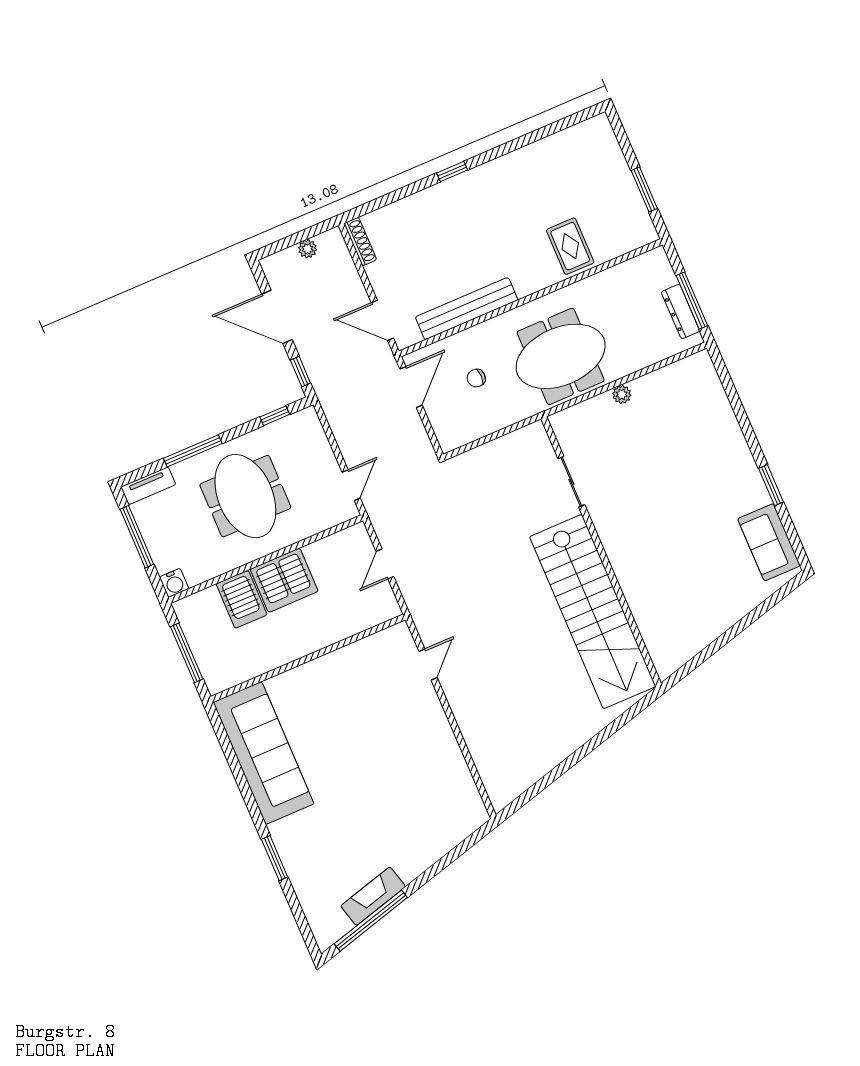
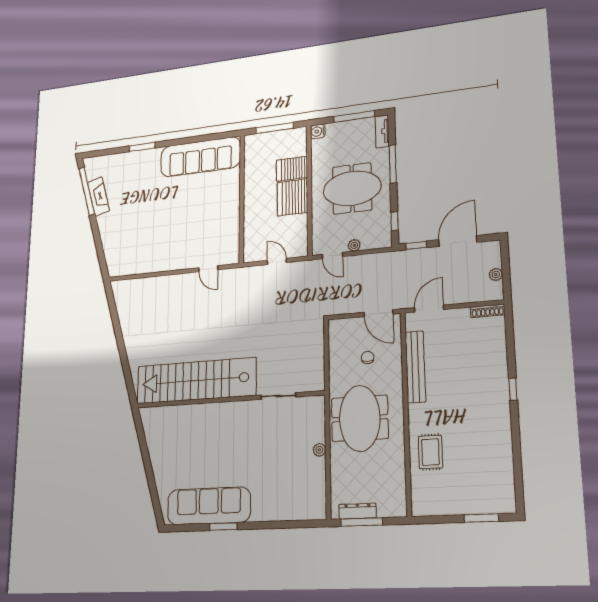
window: (644, 189) -> (481, 518), moved
rug: (570, 246) -> (430, 452), turned 90
plant: (327, 460) -> (354, 245), added
sofa: (769, 542) -> (209, 506), width x1.85, depth x1.27

